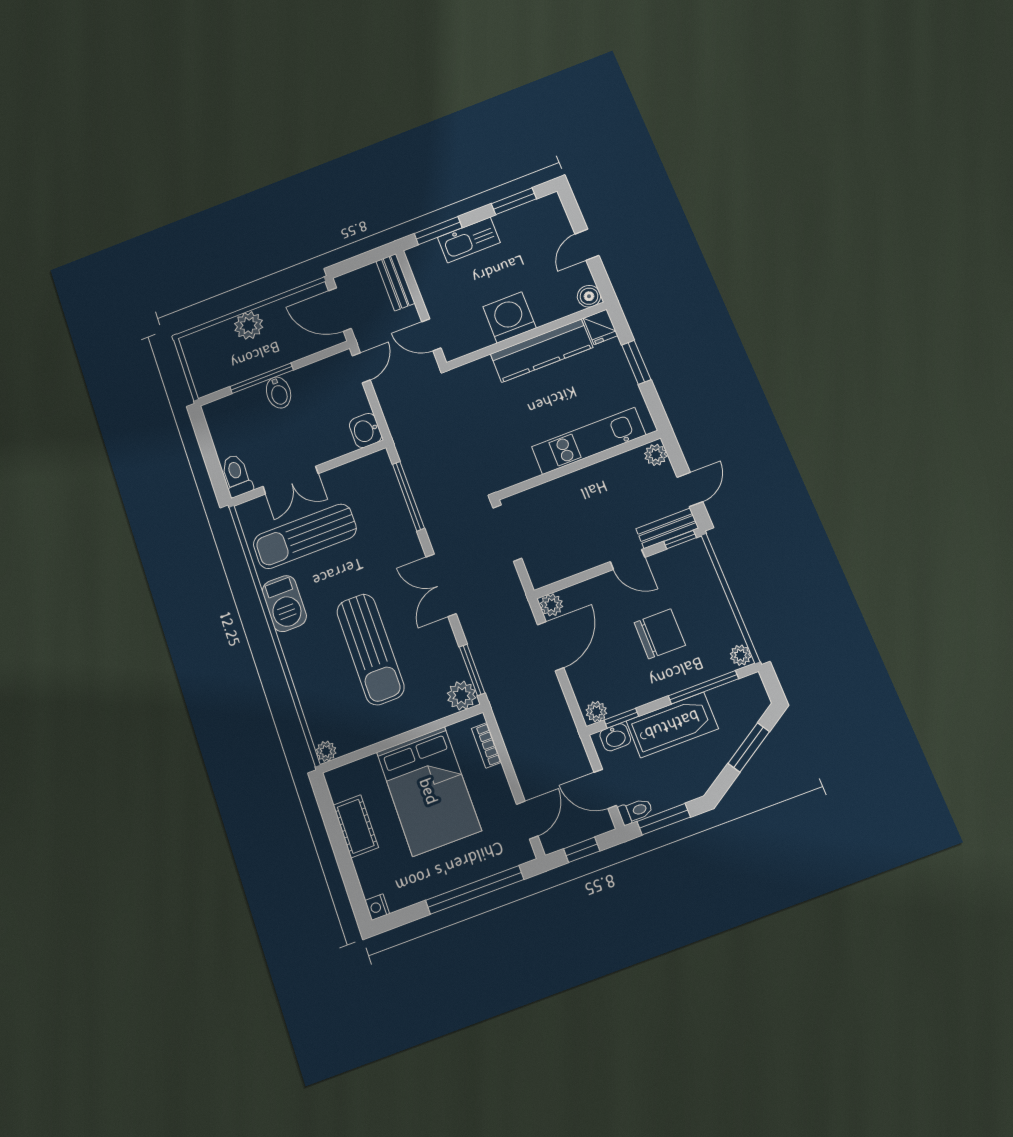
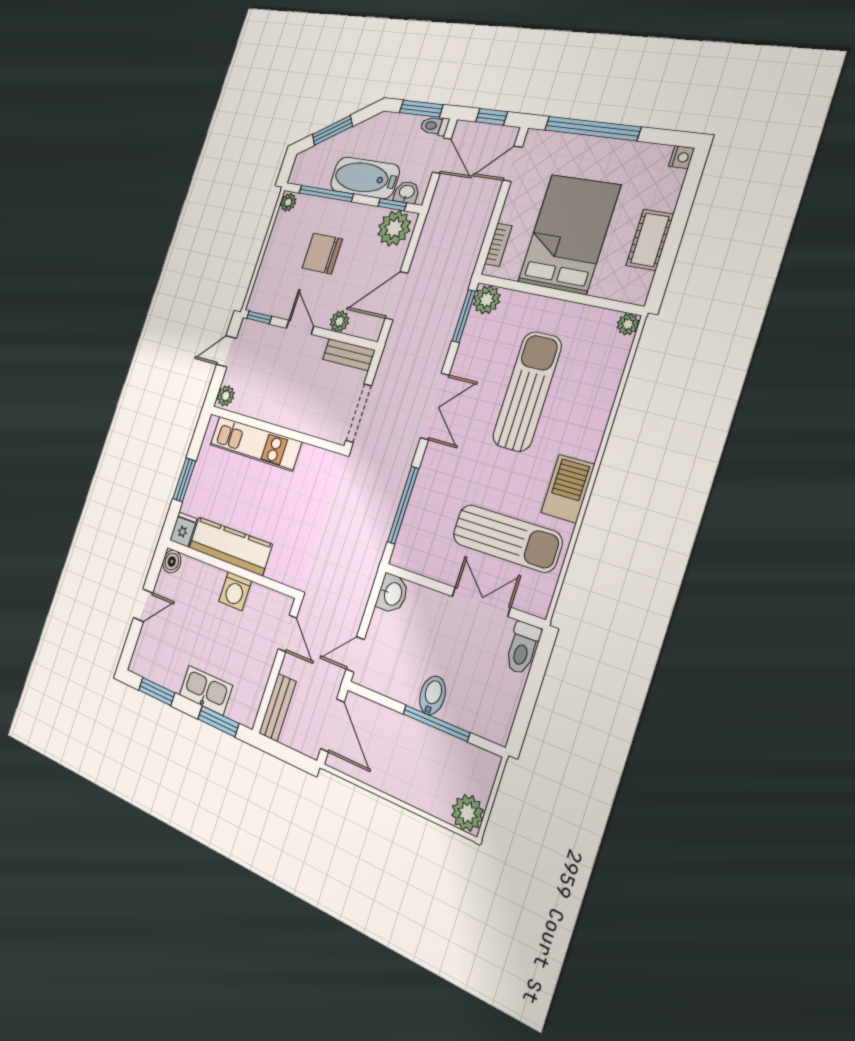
washing machine: (509, 317) -> (235, 591), width x0.73, depth x0.73
plant: (249, 325) -> (467, 813), moved
bench: (667, 528) -> (349, 355), moved
plant: (551, 605) -> (340, 321), moved
plant: (596, 712) -> (394, 228), width x1.87, depth x1.87

